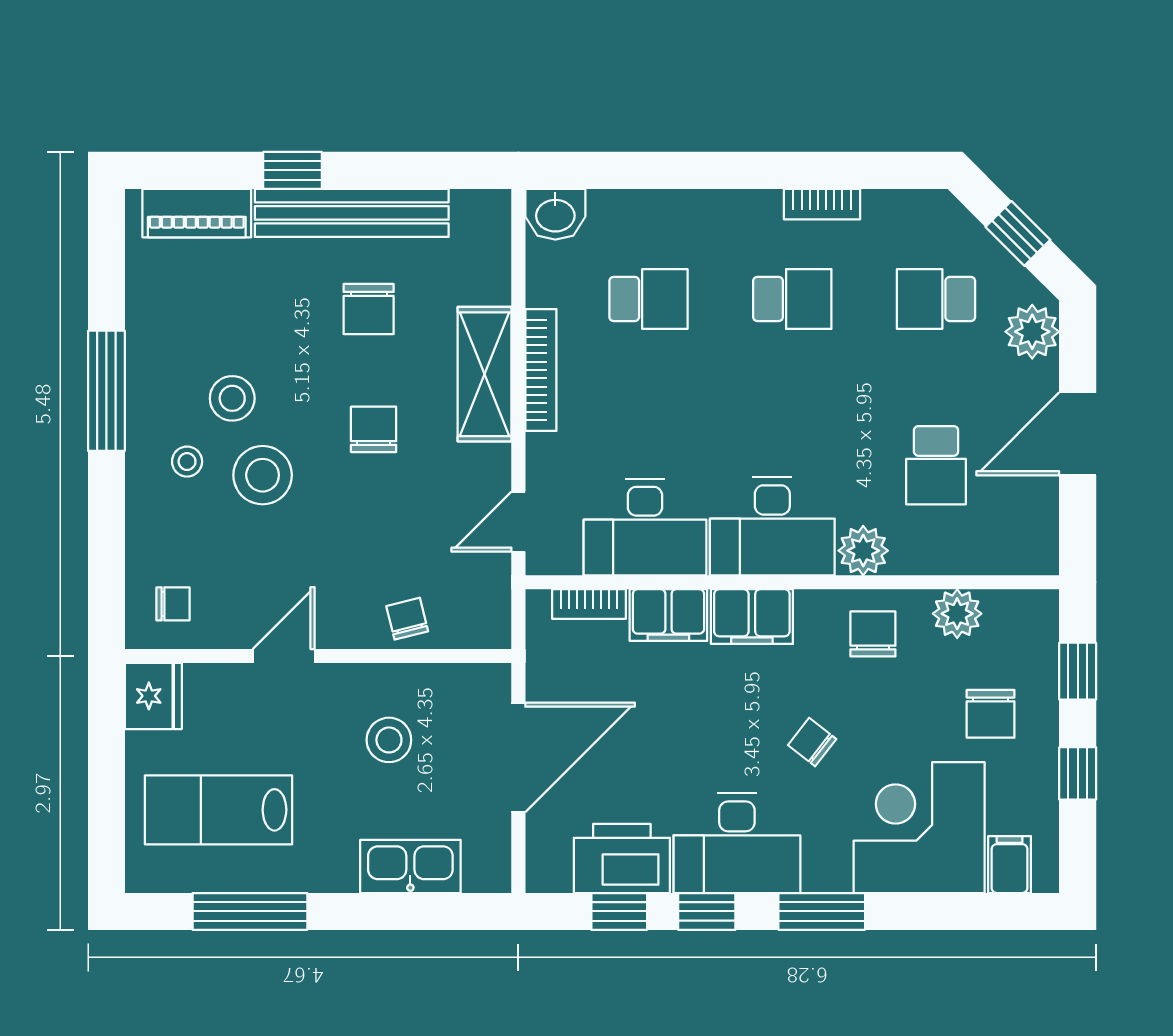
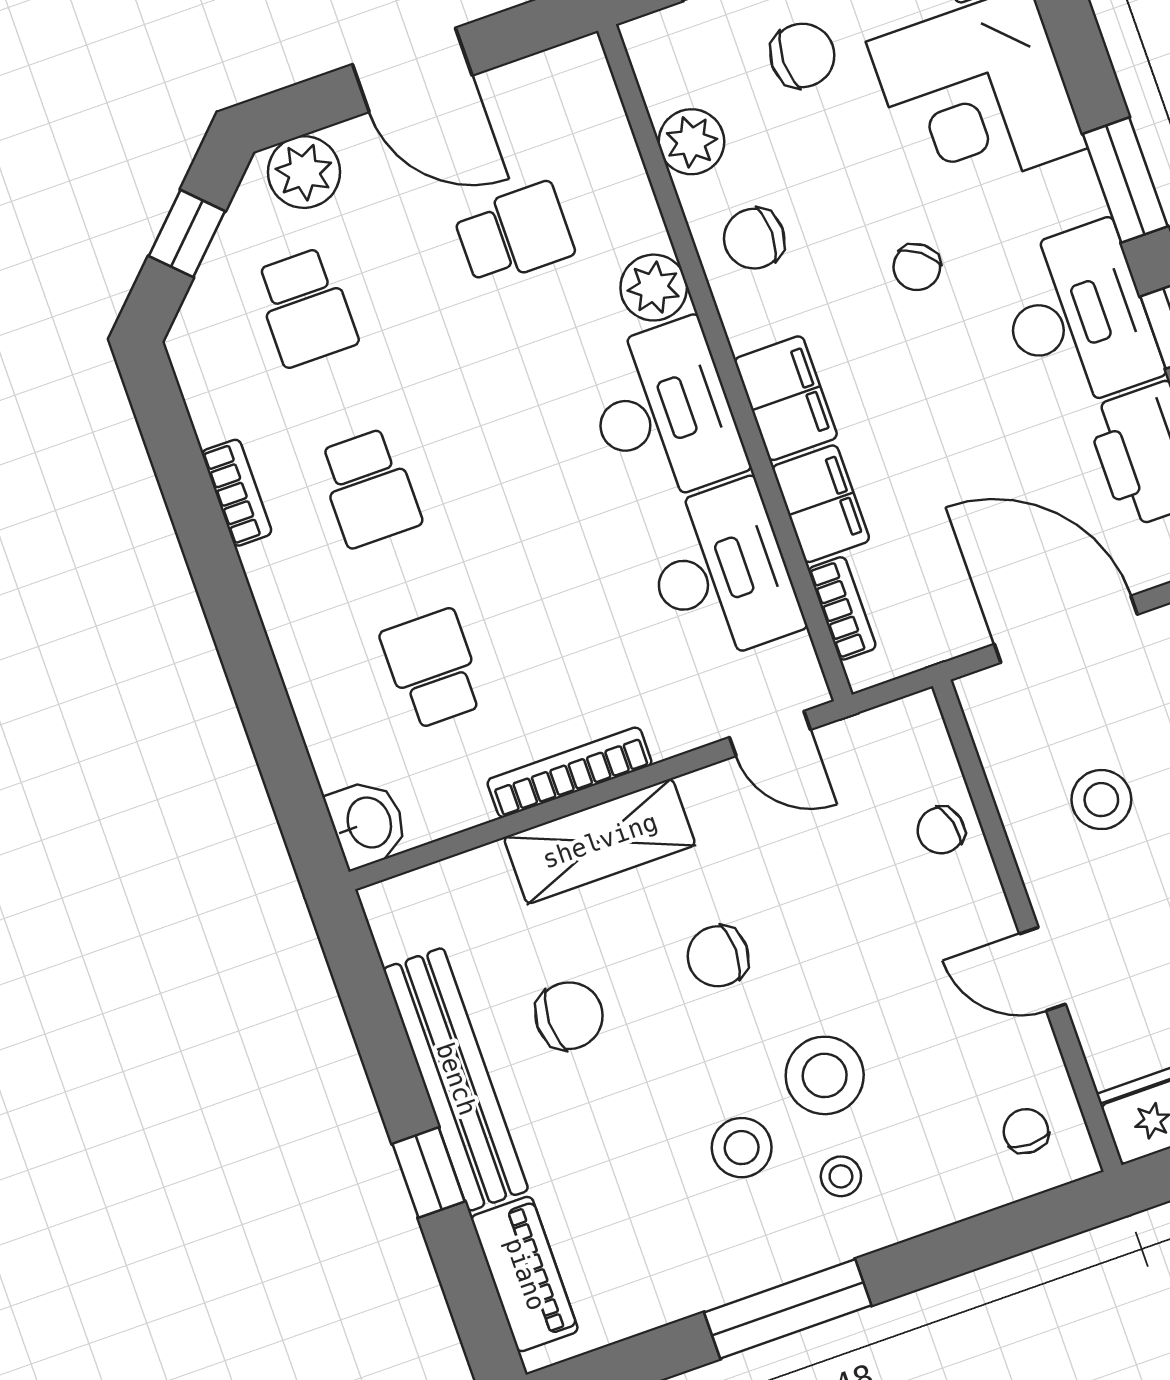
school desk: (792, 299) -> (369, 488), turned 180

